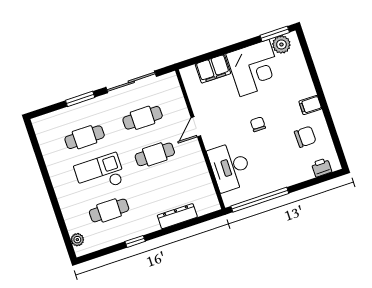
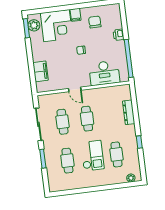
corner desk: (254, 68) -> (57, 26), moved, turned 90
printer: (322, 167) -> (119, 35), moved
checkout: (100, 174) -> (92, 156), turned 180

